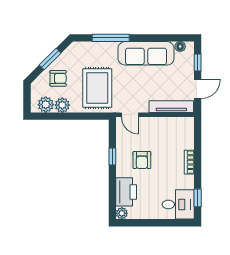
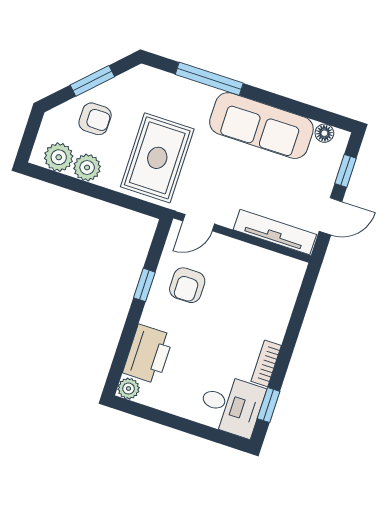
door: (130, 115) -> (199, 223), hinge flipped
armchair: (142, 160) -> (187, 285), moved
bookcase: (189, 162) -> (266, 363), moved

